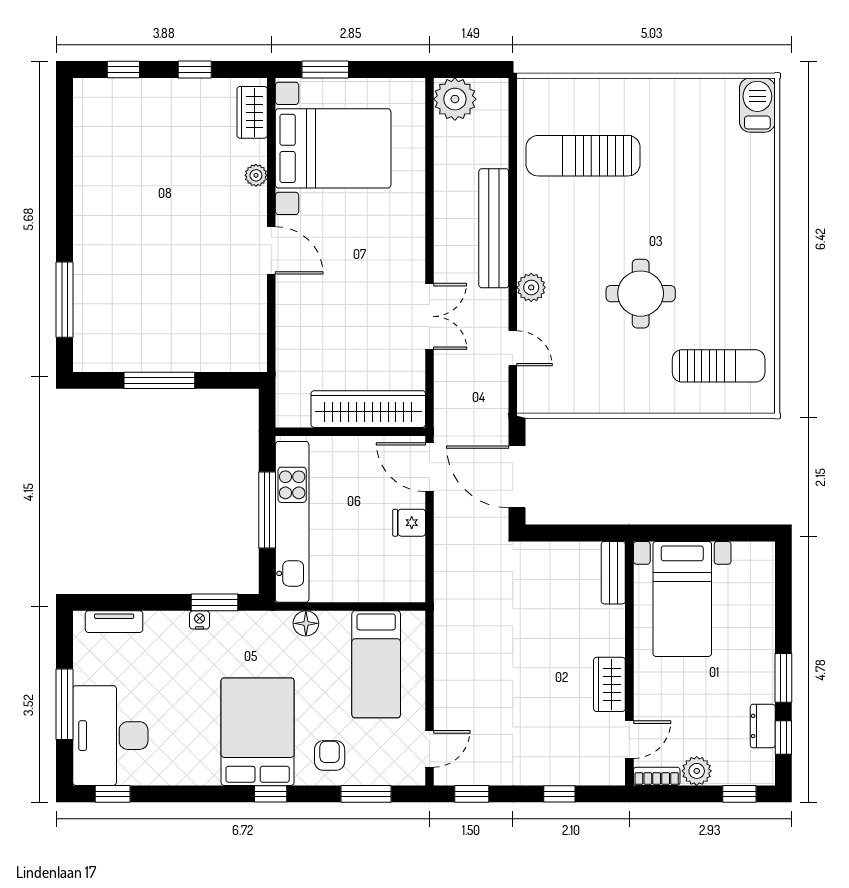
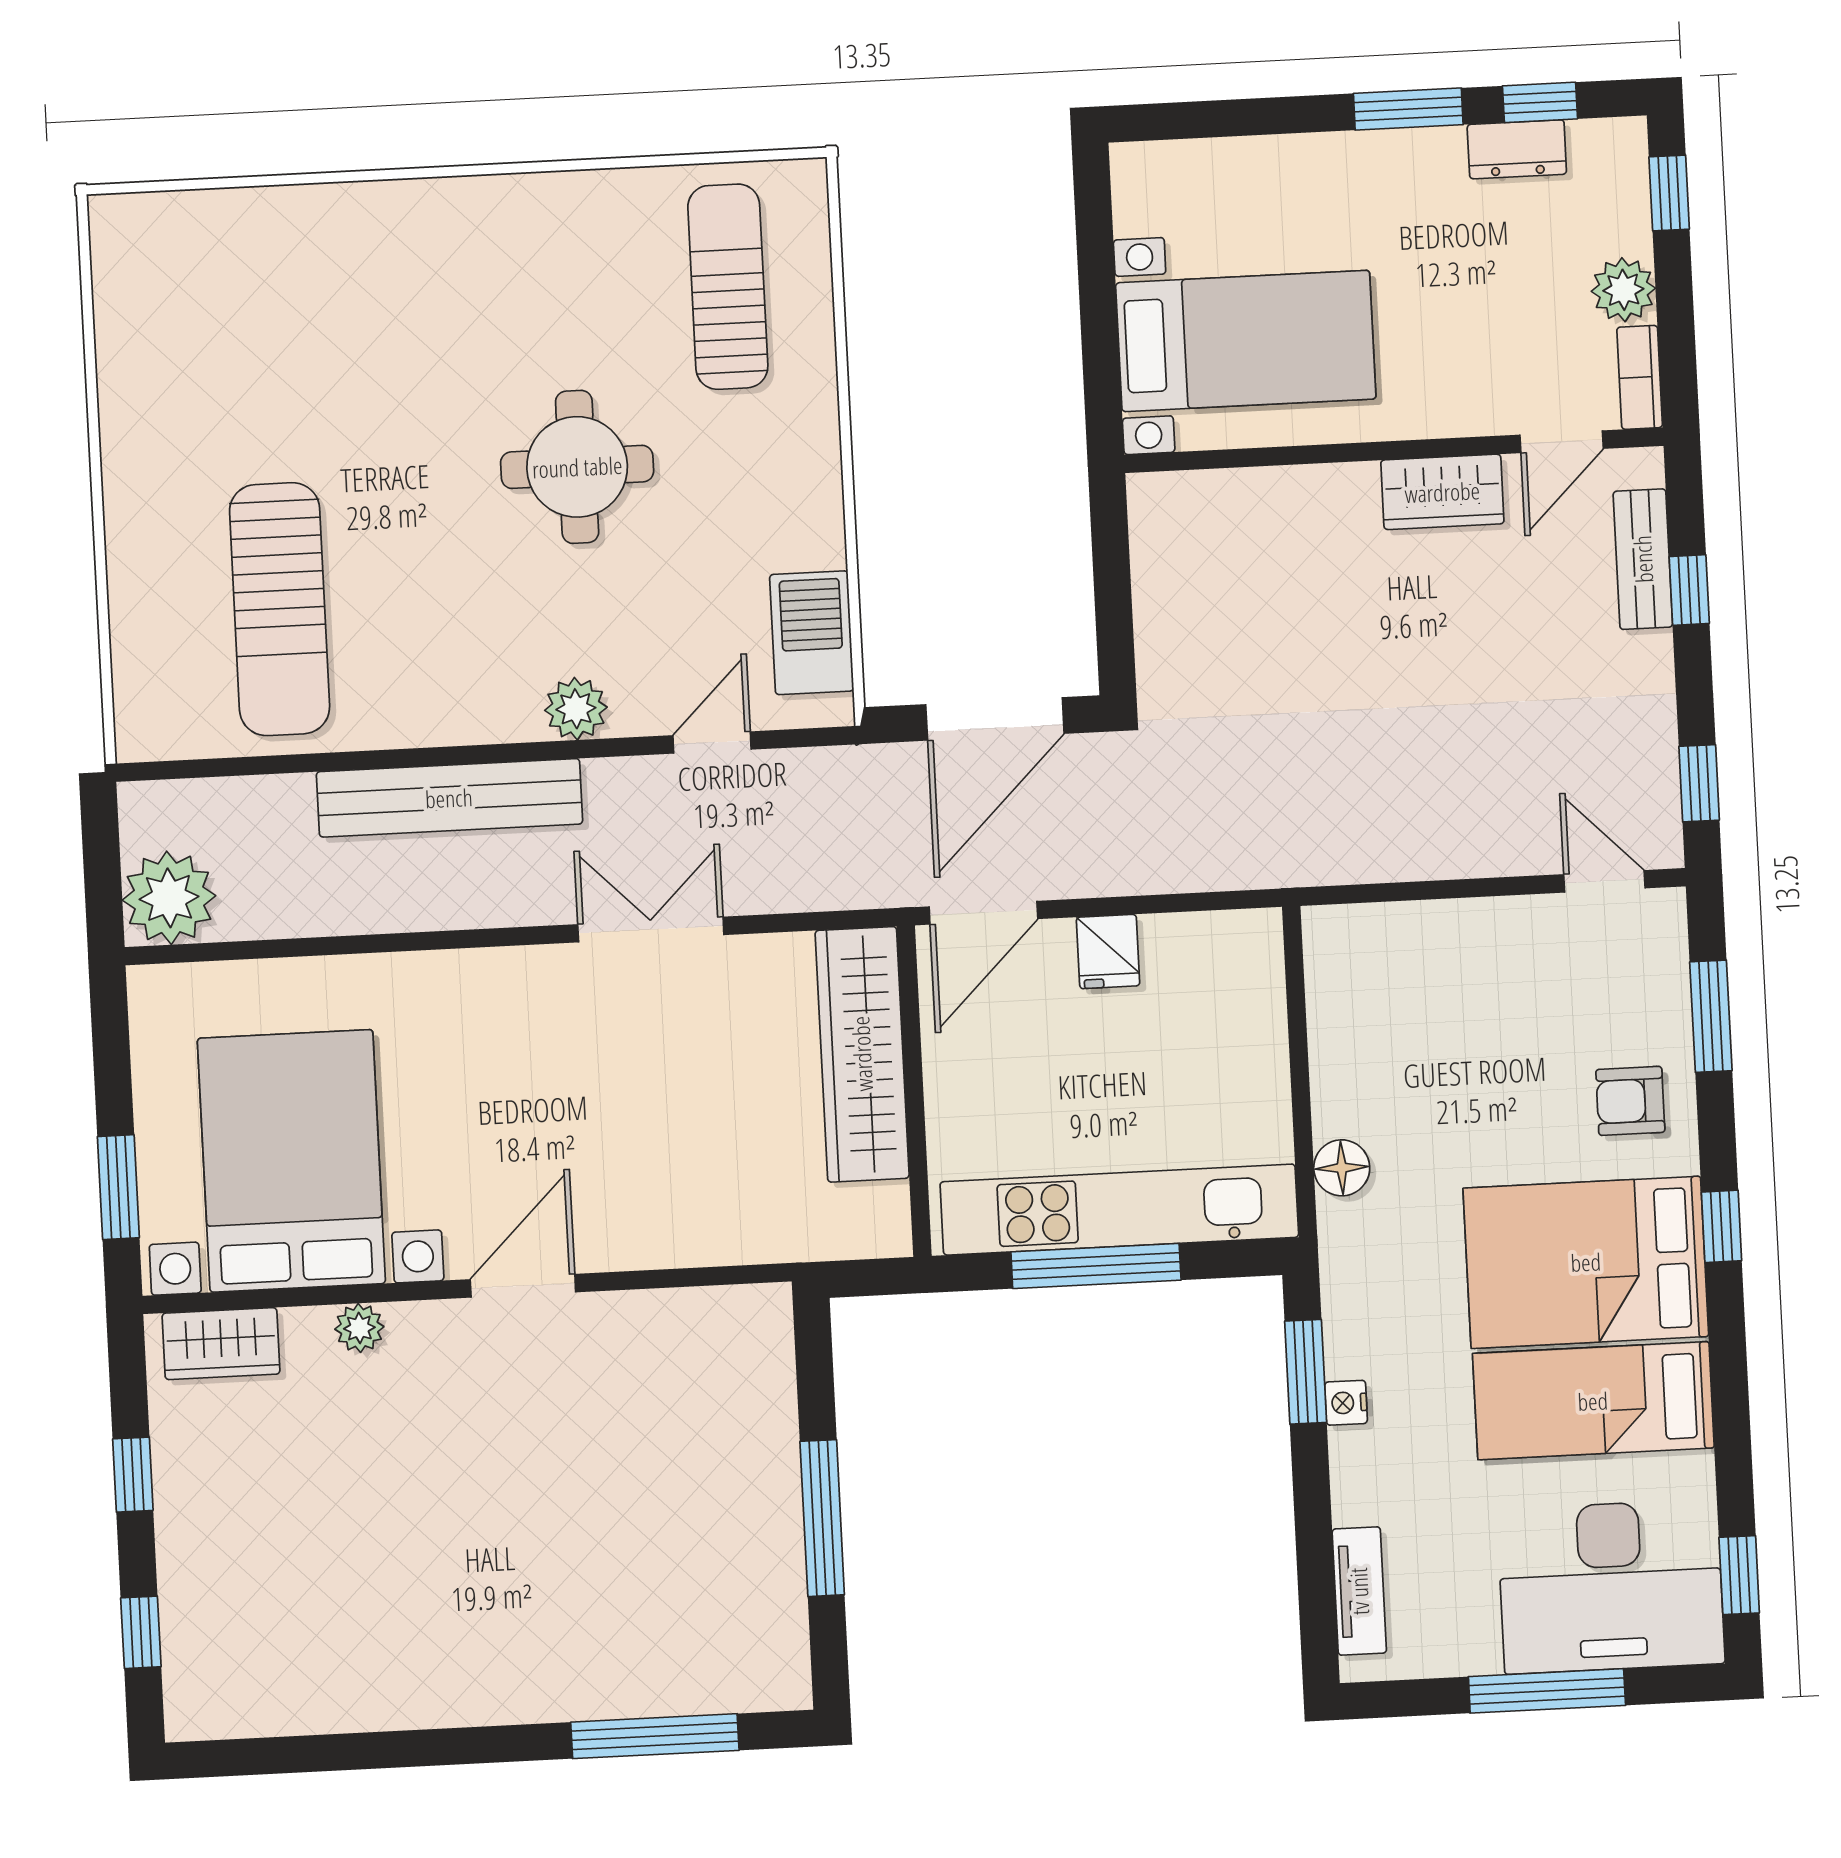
barbecue: (757, 105) -> (812, 633), moved, turned 90
bench: (613, 573) -> (1643, 559), moved, turned 90
bed: (376, 664) -> (1593, 1401), moved, turned 180
door: (629, 740) -> (1562, 442), swing flipped

